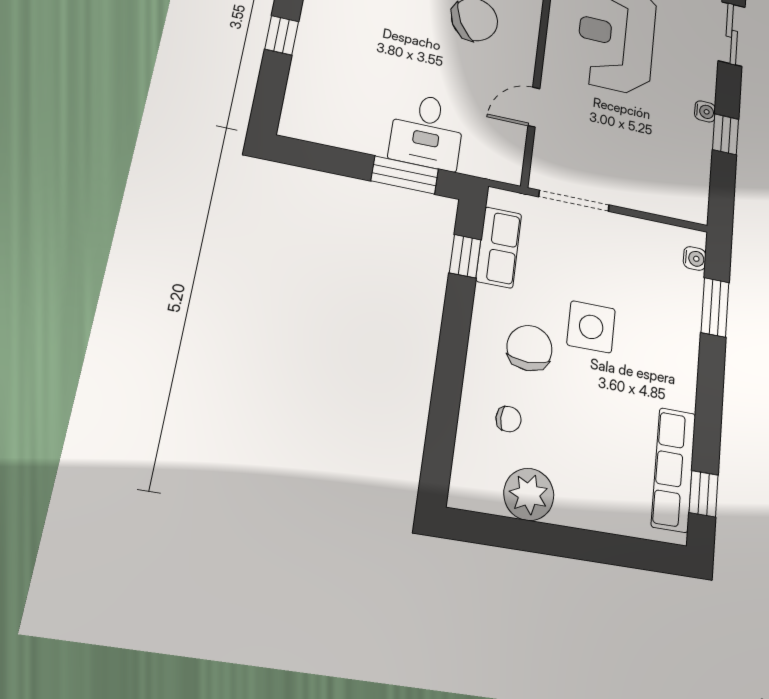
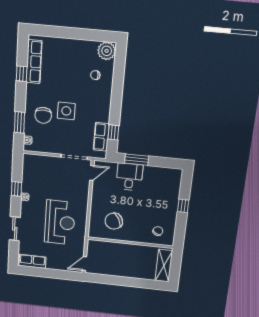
door: (534, 107) -> (92, 173), moved
chair: (529, 348) -> (43, 115), moved
plant: (529, 494) -> (107, 51), moved
window: (704, 494) -> (22, 74), moved

